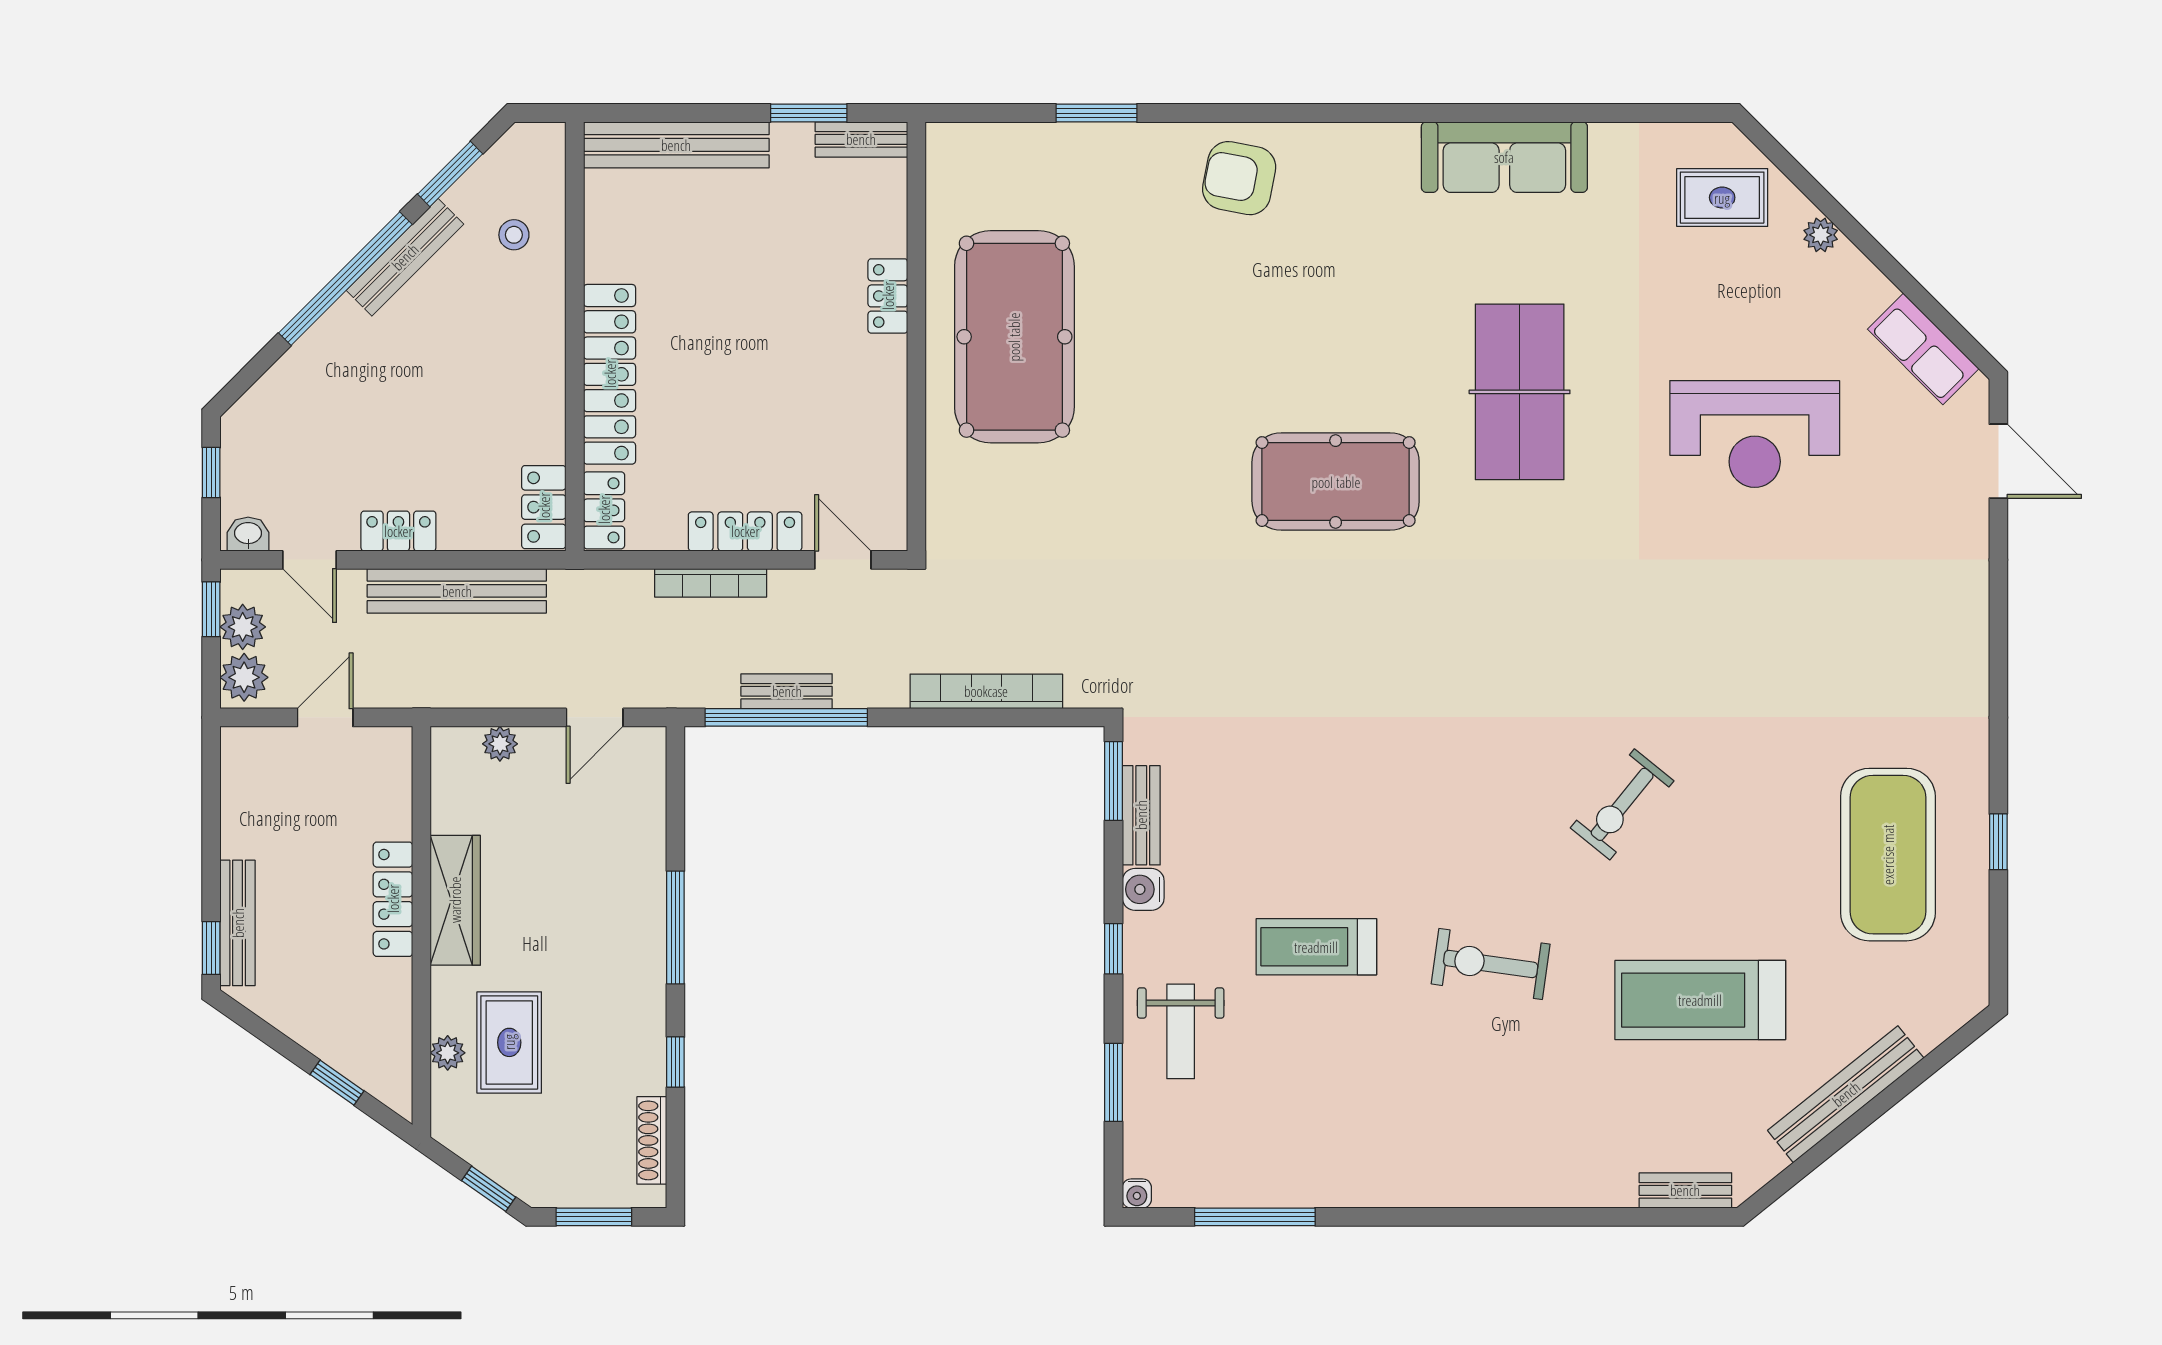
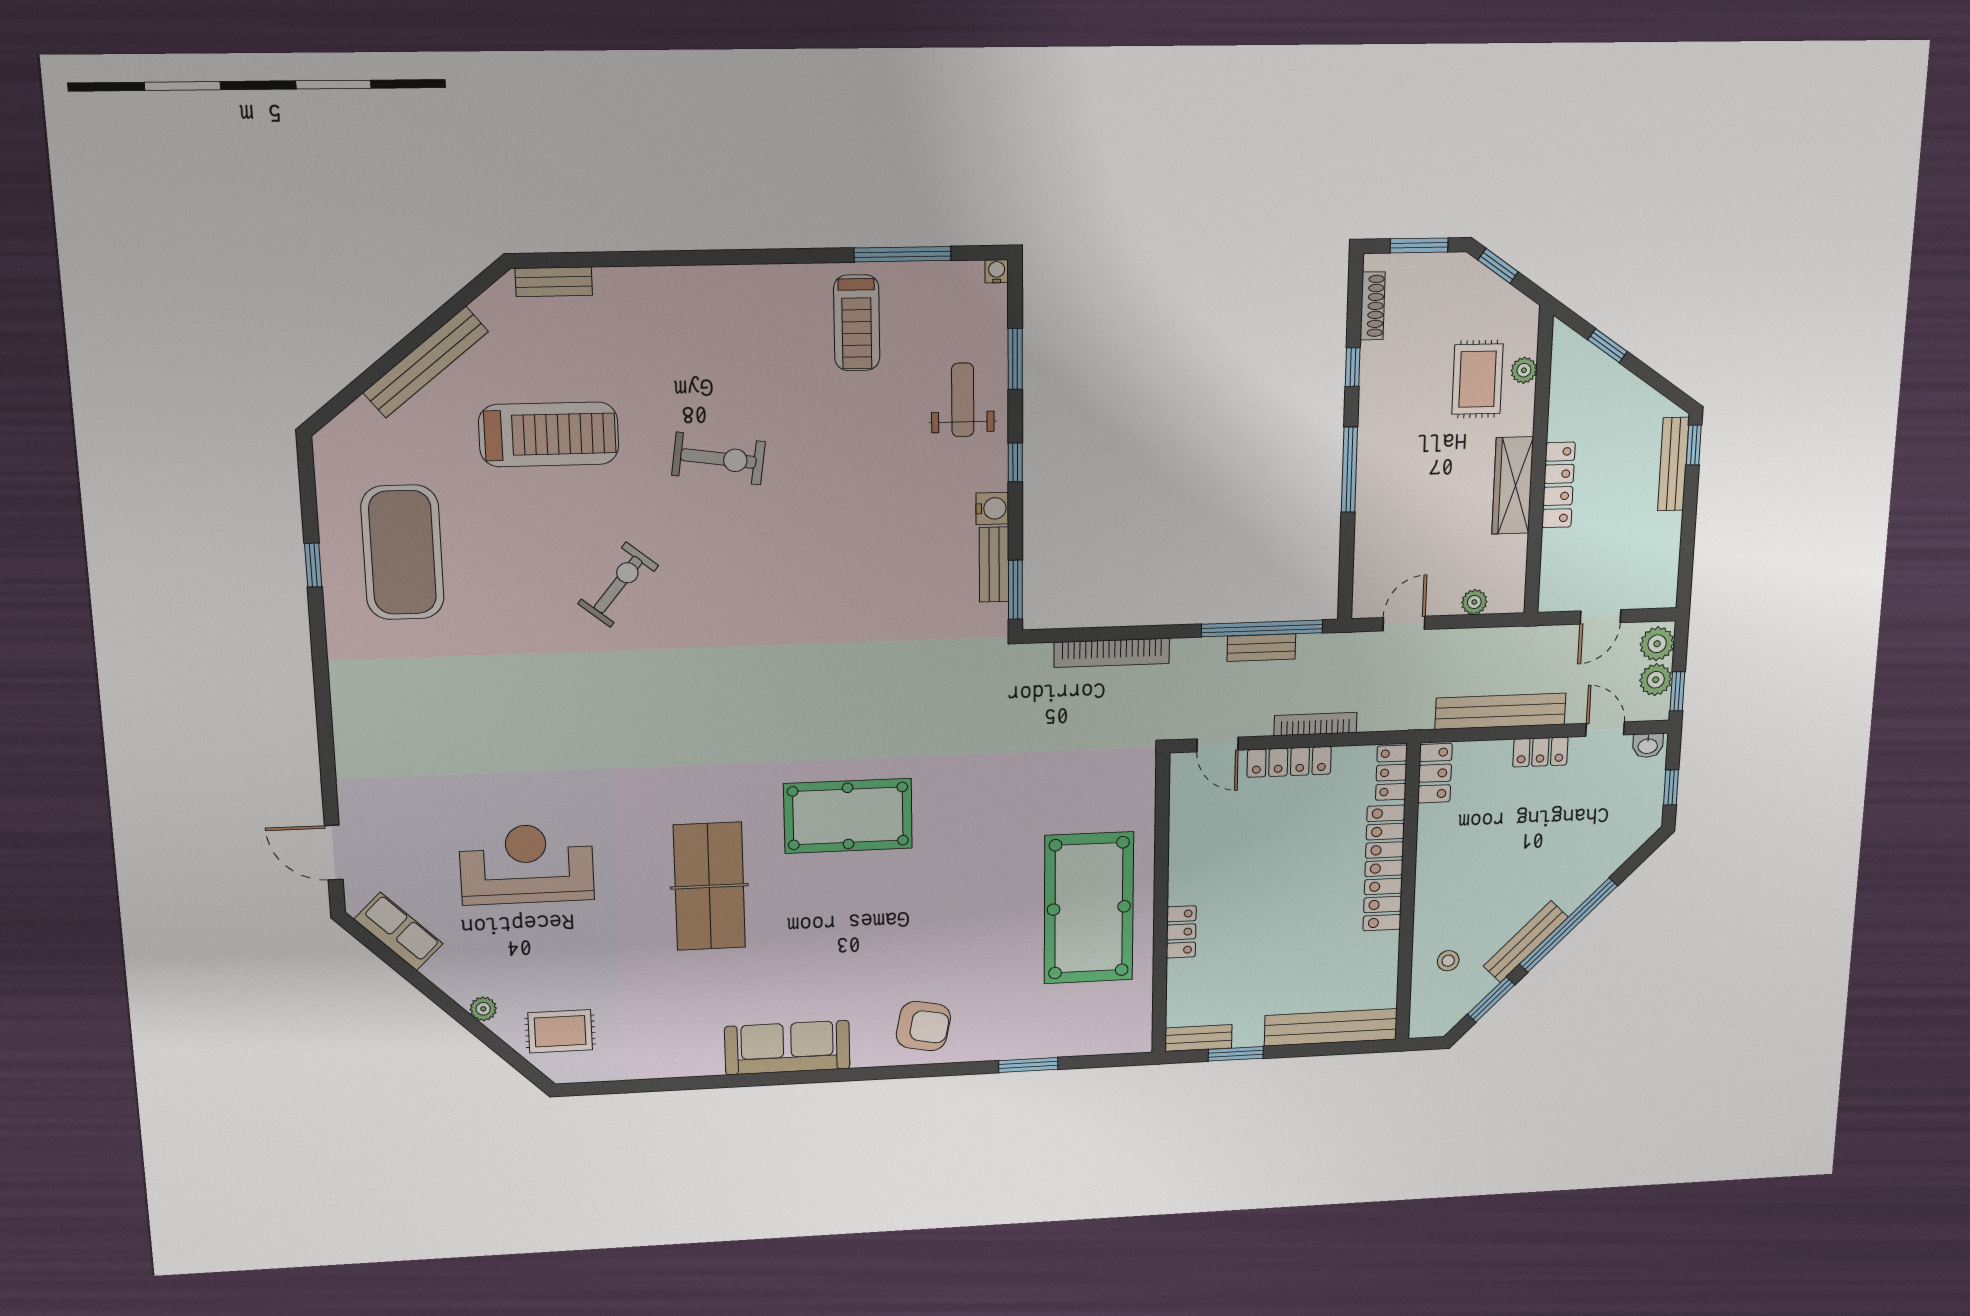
sofa: (1504, 157) -> (787, 1048), moved
treadmill: (1316, 947) -> (857, 323), moved, turned 90

